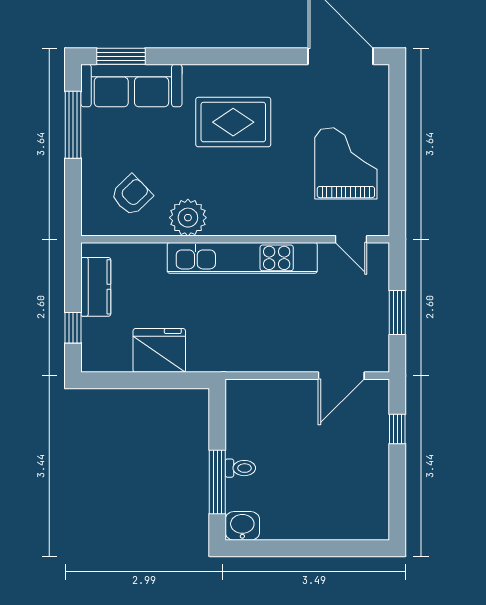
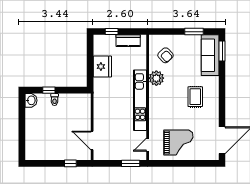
rug: (233, 122) -> (195, 97), width x0.73, depth x0.70
window: (73, 125) -> (194, 32), width x0.69
window: (397, 313) -> (131, 163), moved
window: (217, 482) -> (49, 90), width x0.46

